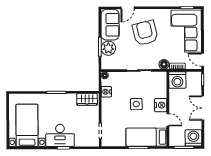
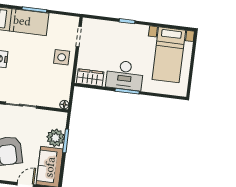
nightstand: (106, 92) -> (65, 84), removed
side table: (136, 104) -> (62, 57), moved
desk: (60, 135) -> (125, 75), moved, turned 180

